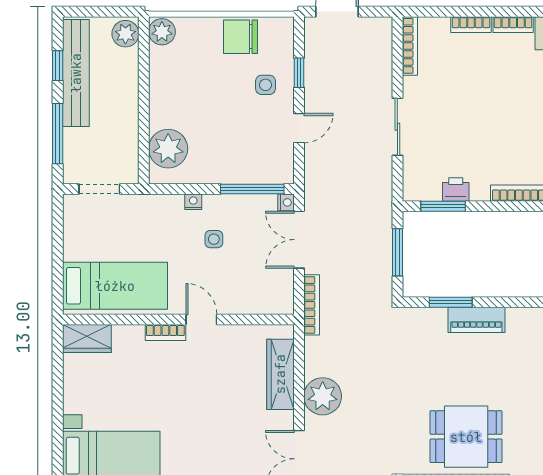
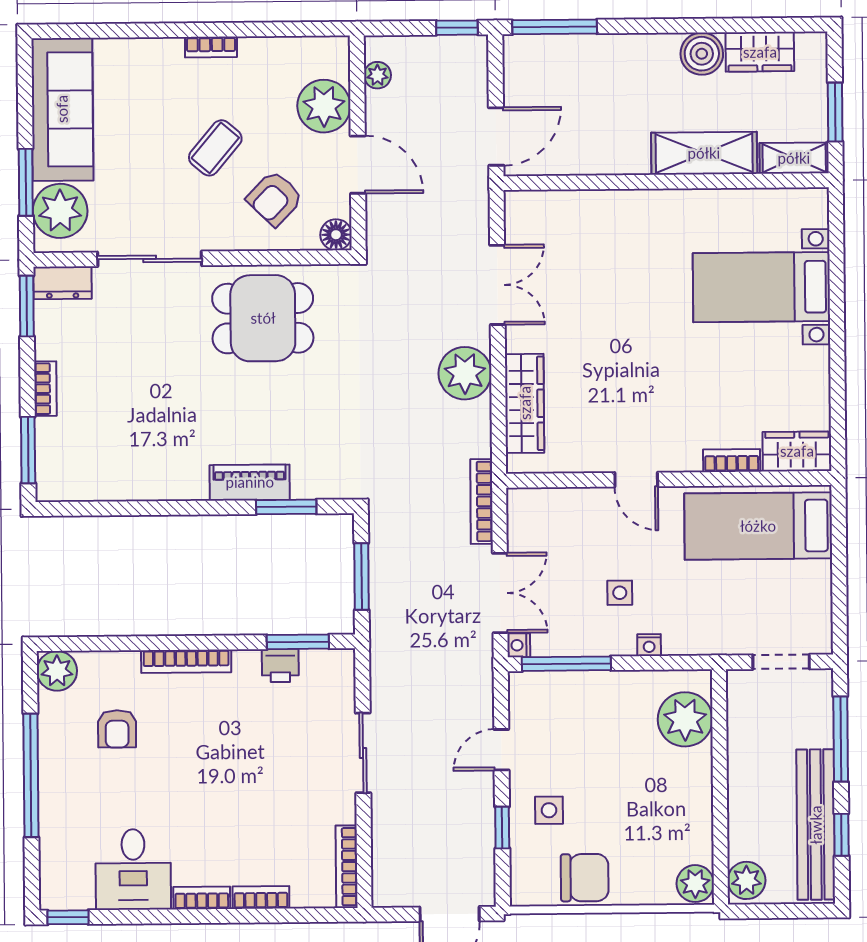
bookcase: (165, 333) -> (732, 461), moved

